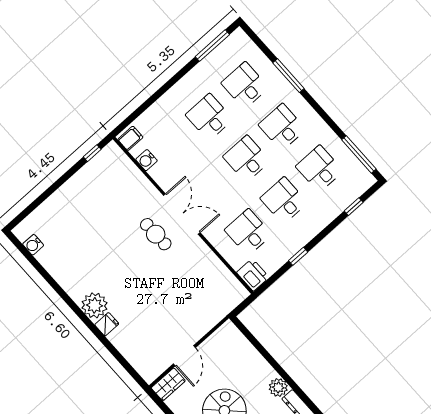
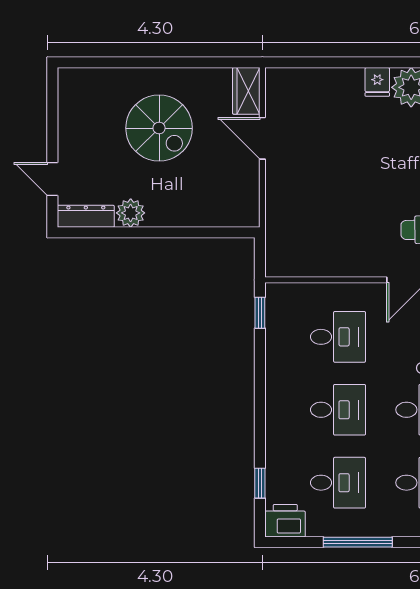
window: (359, 154) -> (358, 542), moved
window: (298, 256) -> (260, 313), moved
printer: (253, 275) -> (285, 521), moved, turned 180

